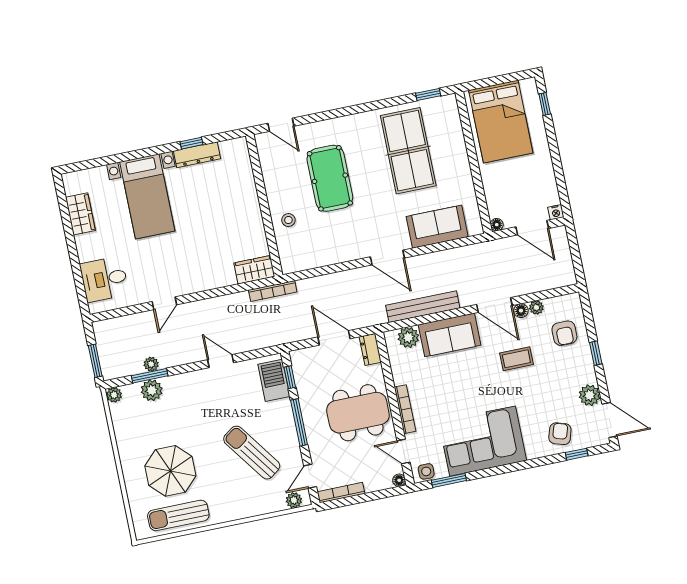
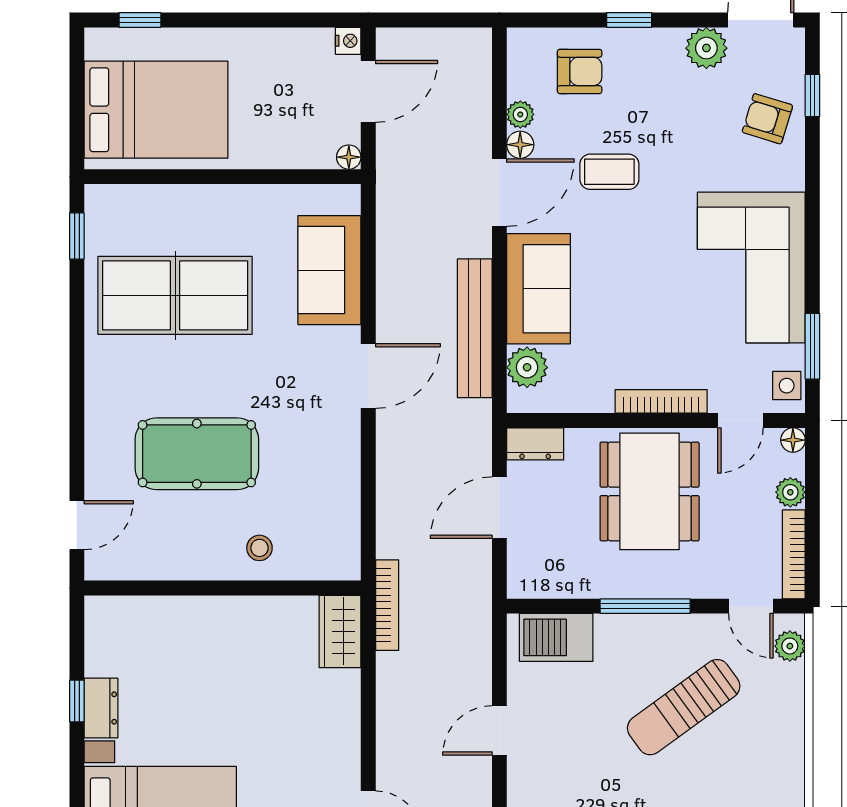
dresser: (197, 155) -> (101, 708), width x0.70
coffee table: (516, 359) -> (609, 172), turned 90
window: (290, 377) -> (556, 606), removed
plant: (372, 484) -> (790, 492), added

